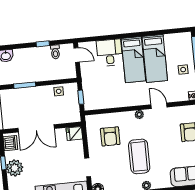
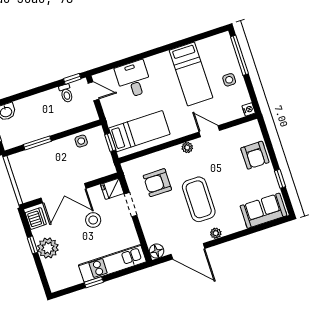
window: (43, 44) -> (72, 79), moved
bed: (133, 60) -> (139, 131), moved, turned -90
armchair: (110, 136) -> (157, 183), turned 90
stool: (54, 154) -> (93, 220), added
doorway: (88, 167) -> (131, 205), moved

